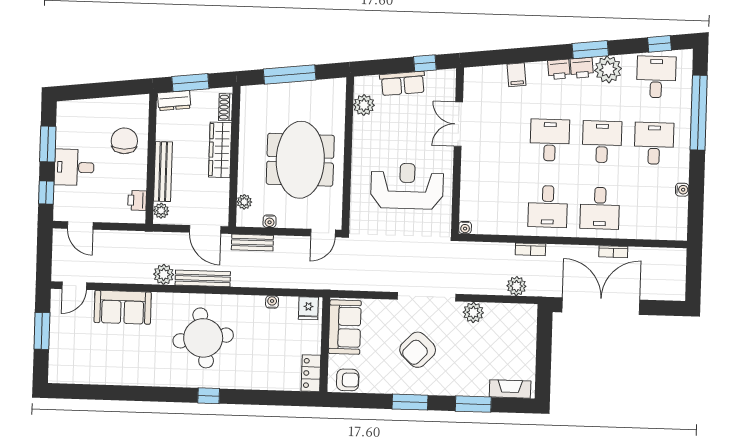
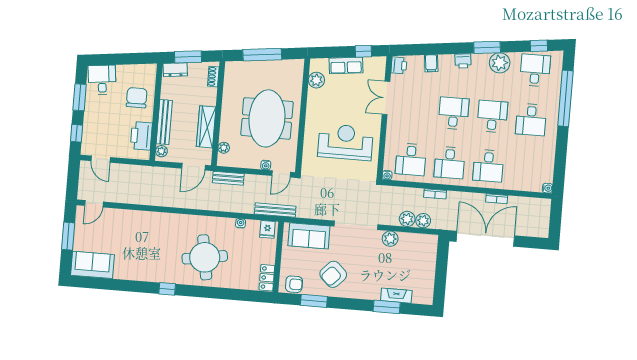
printer: (582, 68) -> (399, 65), moved, turned -83
desk: (654, 143) -> (531, 120), turned 180
wardrobe: (220, 150) -> (206, 127), moved
desk: (74, 167) -> (102, 80), moved, turned 83
water cooler: (682, 190) -> (547, 188), moved
printer: (137, 200) -> (141, 136), width x1.87, depth x1.48
desk: (496, 205) -> (411, 159), added
water cooler: (270, 221) -> (266, 165), moved
door: (205, 229) -> (194, 167), hinge flipped
plant: (164, 274) -> (407, 219), moved
bench: (203, 278) -> (275, 210), moved
sofa: (123, 307) -> (92, 265), moved, turned 180
sofa: (345, 327) -> (309, 236), moved, turned 90
round table: (203, 338) -> (205, 257), moved
armchair: (418, 350) -> (333, 274), moved
fireplace: (510, 389) -> (396, 296), moved
window: (209, 396) -> (167, 289), moved
window: (410, 402) -> (314, 301), moved

